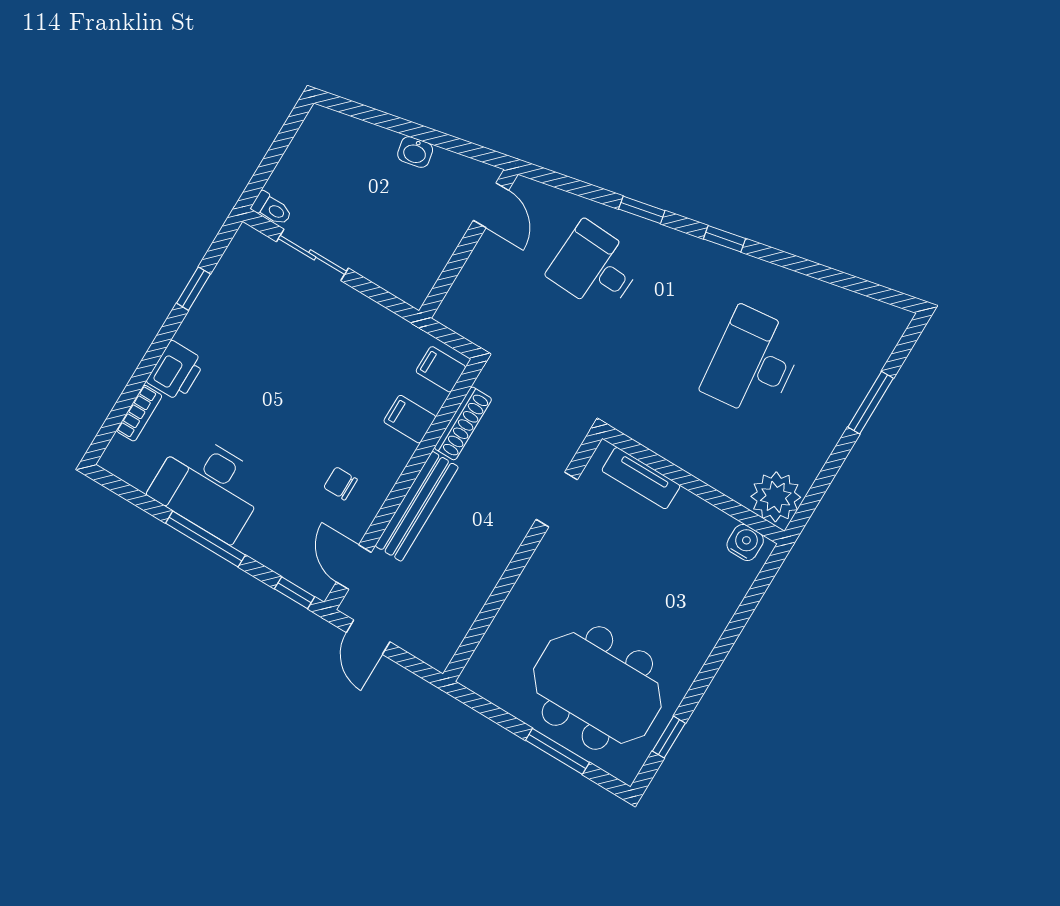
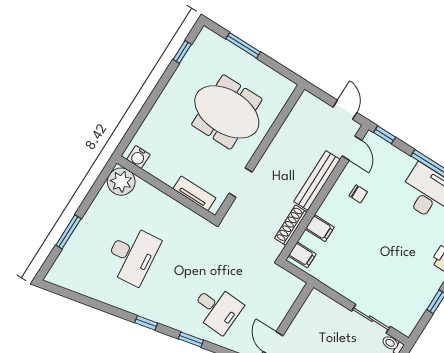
meeting table: (597, 688) -> (227, 112), moved

